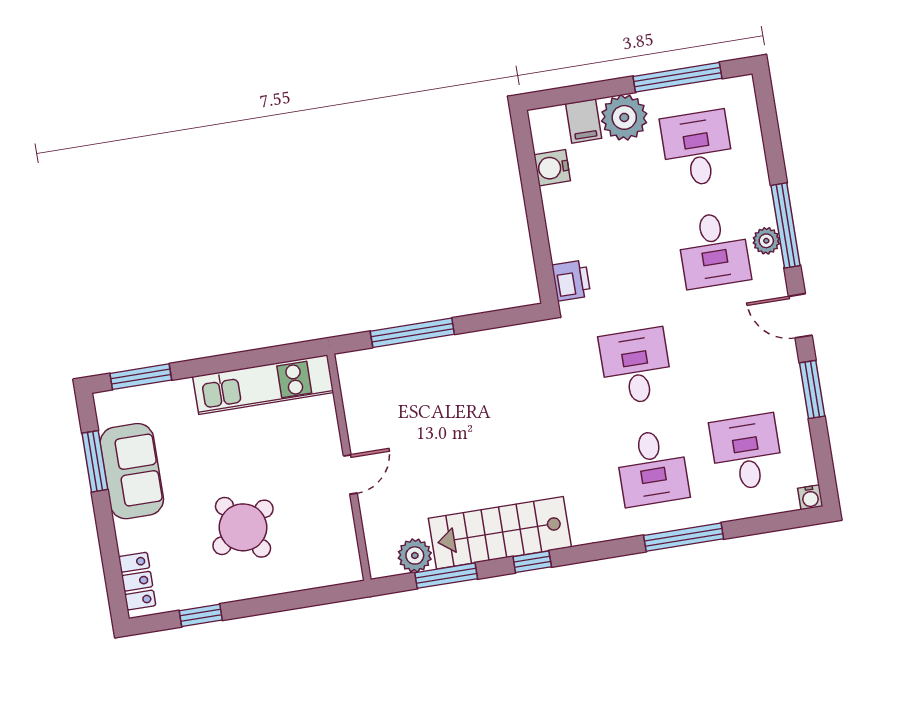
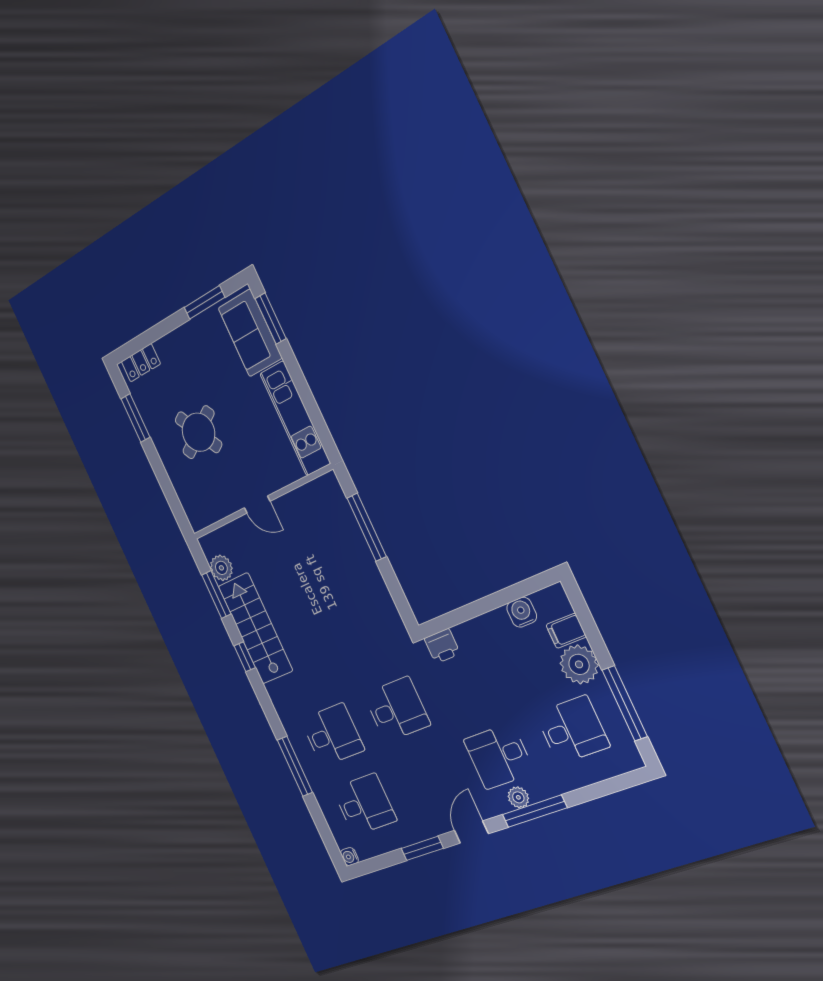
desk: (652, 468) -> (332, 735), turned 180
sofa: (132, 471) -> (250, 333), moved, turned 90
window: (201, 615) -> (135, 418), width x1.50

